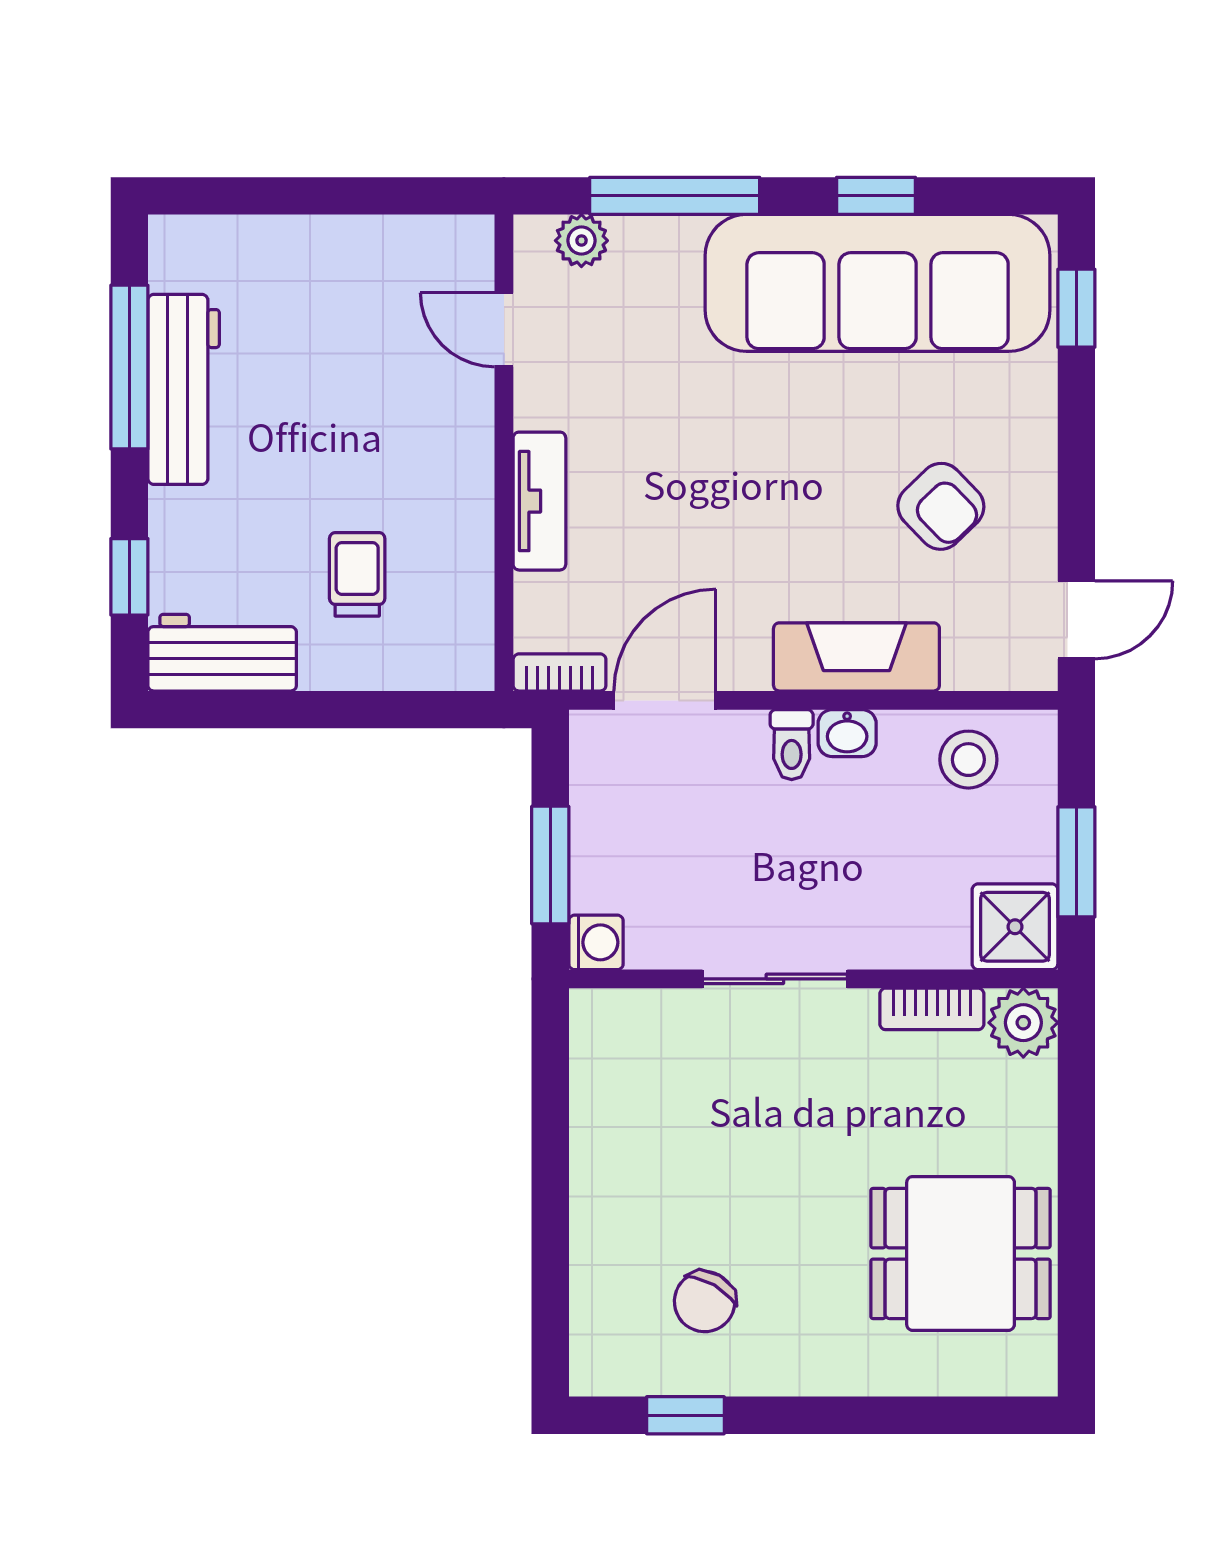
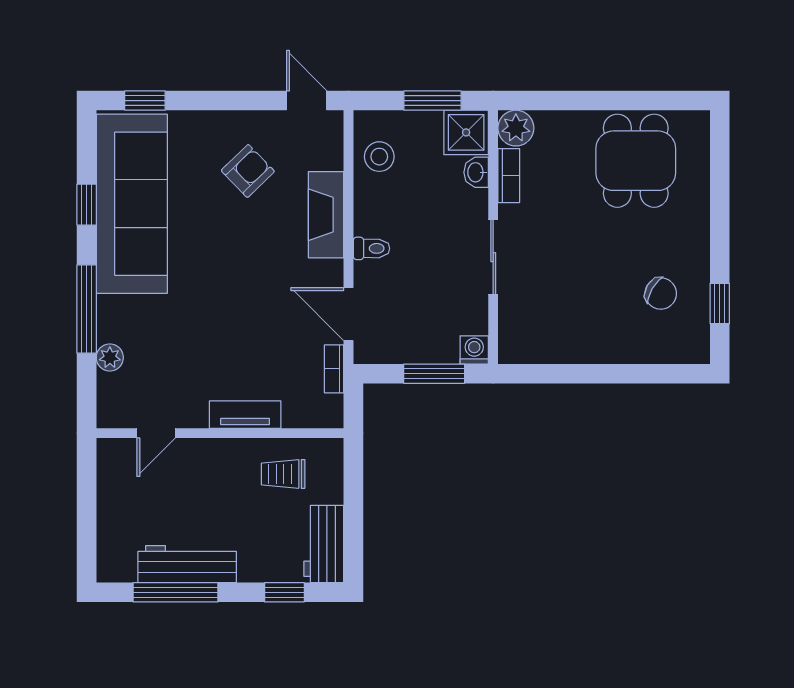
door: (504, 330) -> (156, 433), moved
wall: (504, 453) -> (220, 433), moved
tv unit: (539, 501) -> (245, 415), moved
washbasin: (847, 733) -> (476, 172), moved, turned 180

